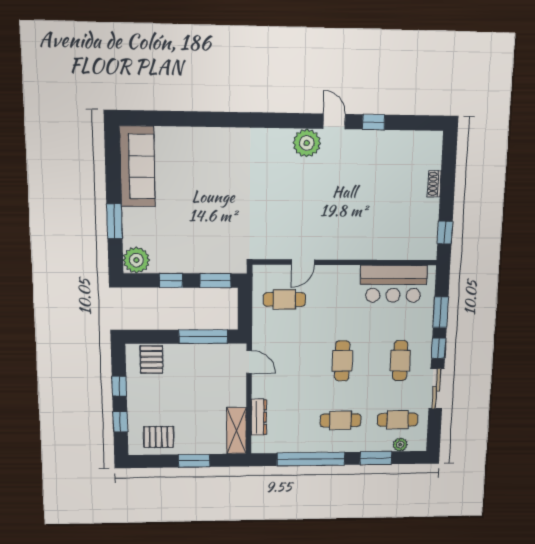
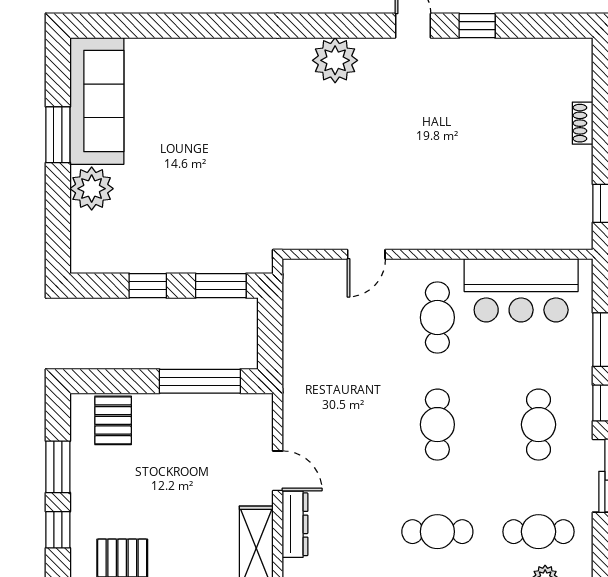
plant: (307, 143) -> (335, 60), moved
window: (114, 221) -> (58, 135), moved
plant: (136, 260) -> (92, 189), moved
cafe table: (284, 299) -> (437, 318), moved, turned 90
door: (249, 362) -> (278, 471), moved
window: (119, 386) -> (58, 467), width x1.50

